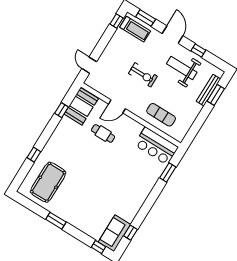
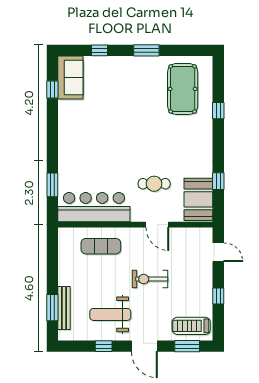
window: (116, 21) -> (218, 296), moved
weight bench: (182, 68) -> (110, 314), turned 180
door: (117, 106) -> (157, 225), swing flipped
bar counter: (156, 146) -> (94, 207), width x1.36
window: (98, 247) -> (99, 50), moved

